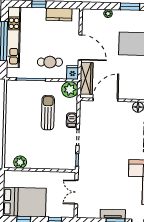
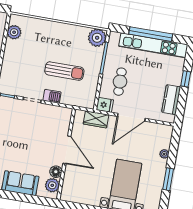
wardrobe: (86, 78) -> (96, 119), width x0.67
plant: (70, 89) -> (97, 38), moved
door: (105, 100) -> (67, 150), moved

